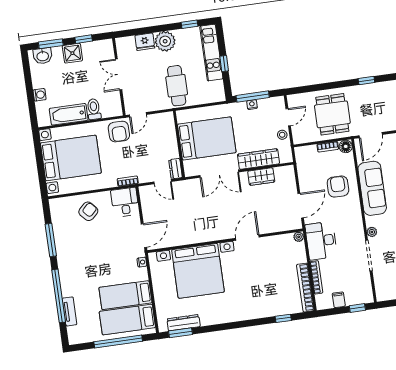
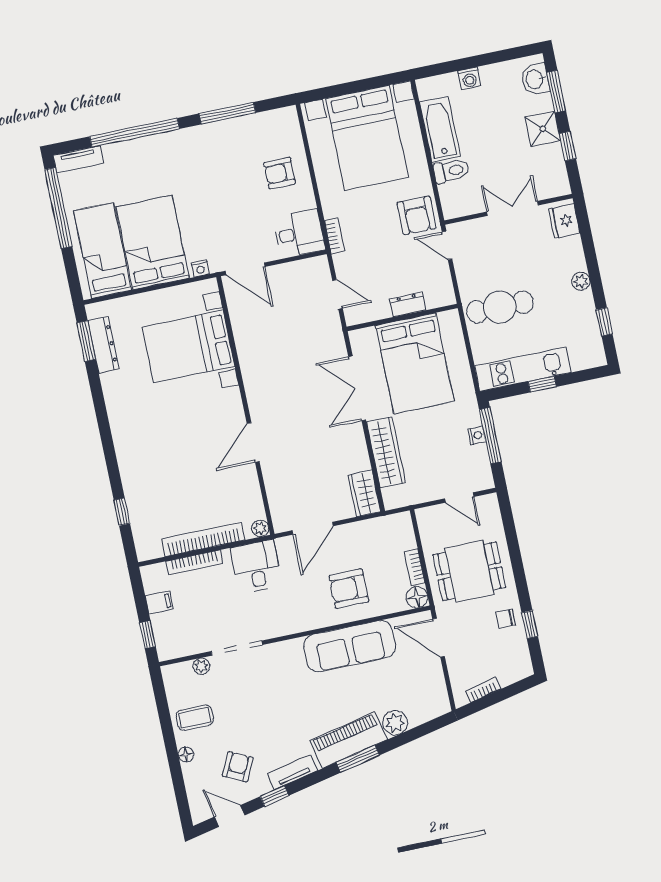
plant: (165, 41) -> (581, 281), width x0.53, depth x0.53
fridge: (145, 42) -> (564, 221), moved
kitchen unit: (211, 53) -> (523, 369), moved
chair: (362, 95) -> (506, 619), added
armchair: (119, 132) -> (417, 215), turned -90
stool: (282, 135) -> (429, 489), removed
dresser: (175, 169) -> (408, 305), moved
wardrobe: (261, 177) -> (364, 493), moved
door: (163, 182) -> (337, 294), swing flipped
armchair: (338, 187) -> (349, 589), turned 180
door: (301, 206) -> (313, 528), hinge flipped
armchair: (88, 211) -> (280, 173), turned 133
plant: (372, 232) -> (201, 666), moved
door: (247, 238) -> (253, 443), swing flipped
desk: (321, 241) -> (256, 567), width x0.73
bed with nightstands: (198, 271) -> (188, 347), width x0.73
bookcase: (305, 288) -> (203, 539), moved
bed: (125, 295) -> (153, 243), width x1.50
tv unit: (70, 311) -> (78, 159), moved
window: (118, 342) -> (58, 208), moved

